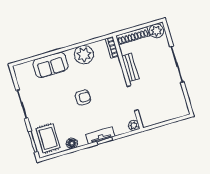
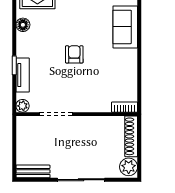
plant: (84, 55) -> (126, 71), removed
bench: (130, 67) -> (33, 171), moved
armchair: (83, 98) -> (74, 54), turned 180
tv unit: (100, 135) -> (23, 75), moved

